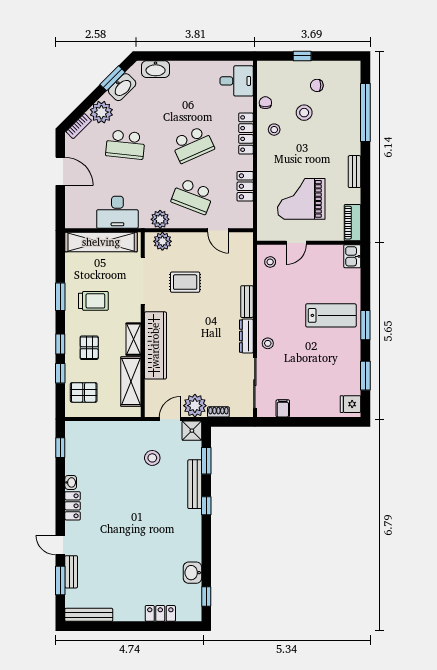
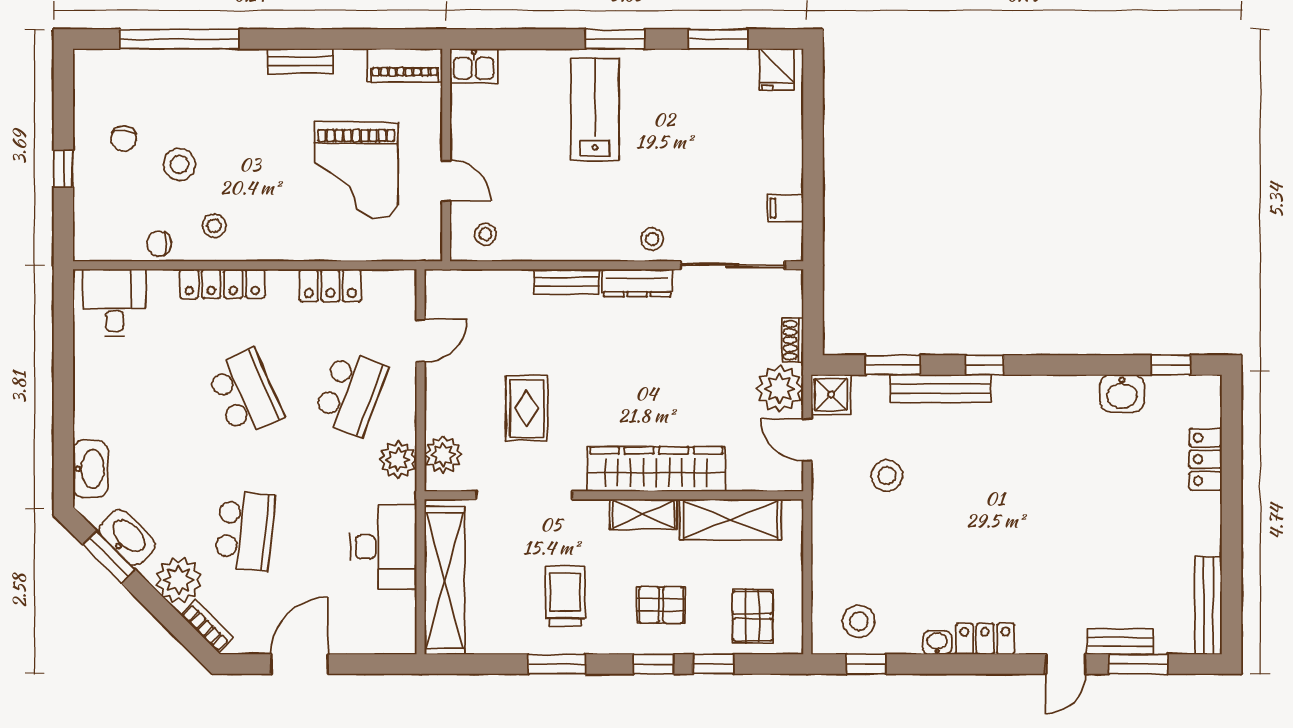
stool: (81, 444) -> (859, 621), added

